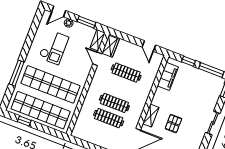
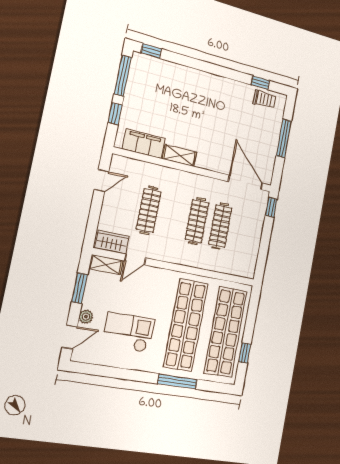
door: (59, 11) -> (70, 337), hinge flipped
shelving: (151, 116) -> (180, 156), moved
sliding door: (213, 123) -> (202, 66), removed
pallet: (173, 124) -> (212, 126), removed

